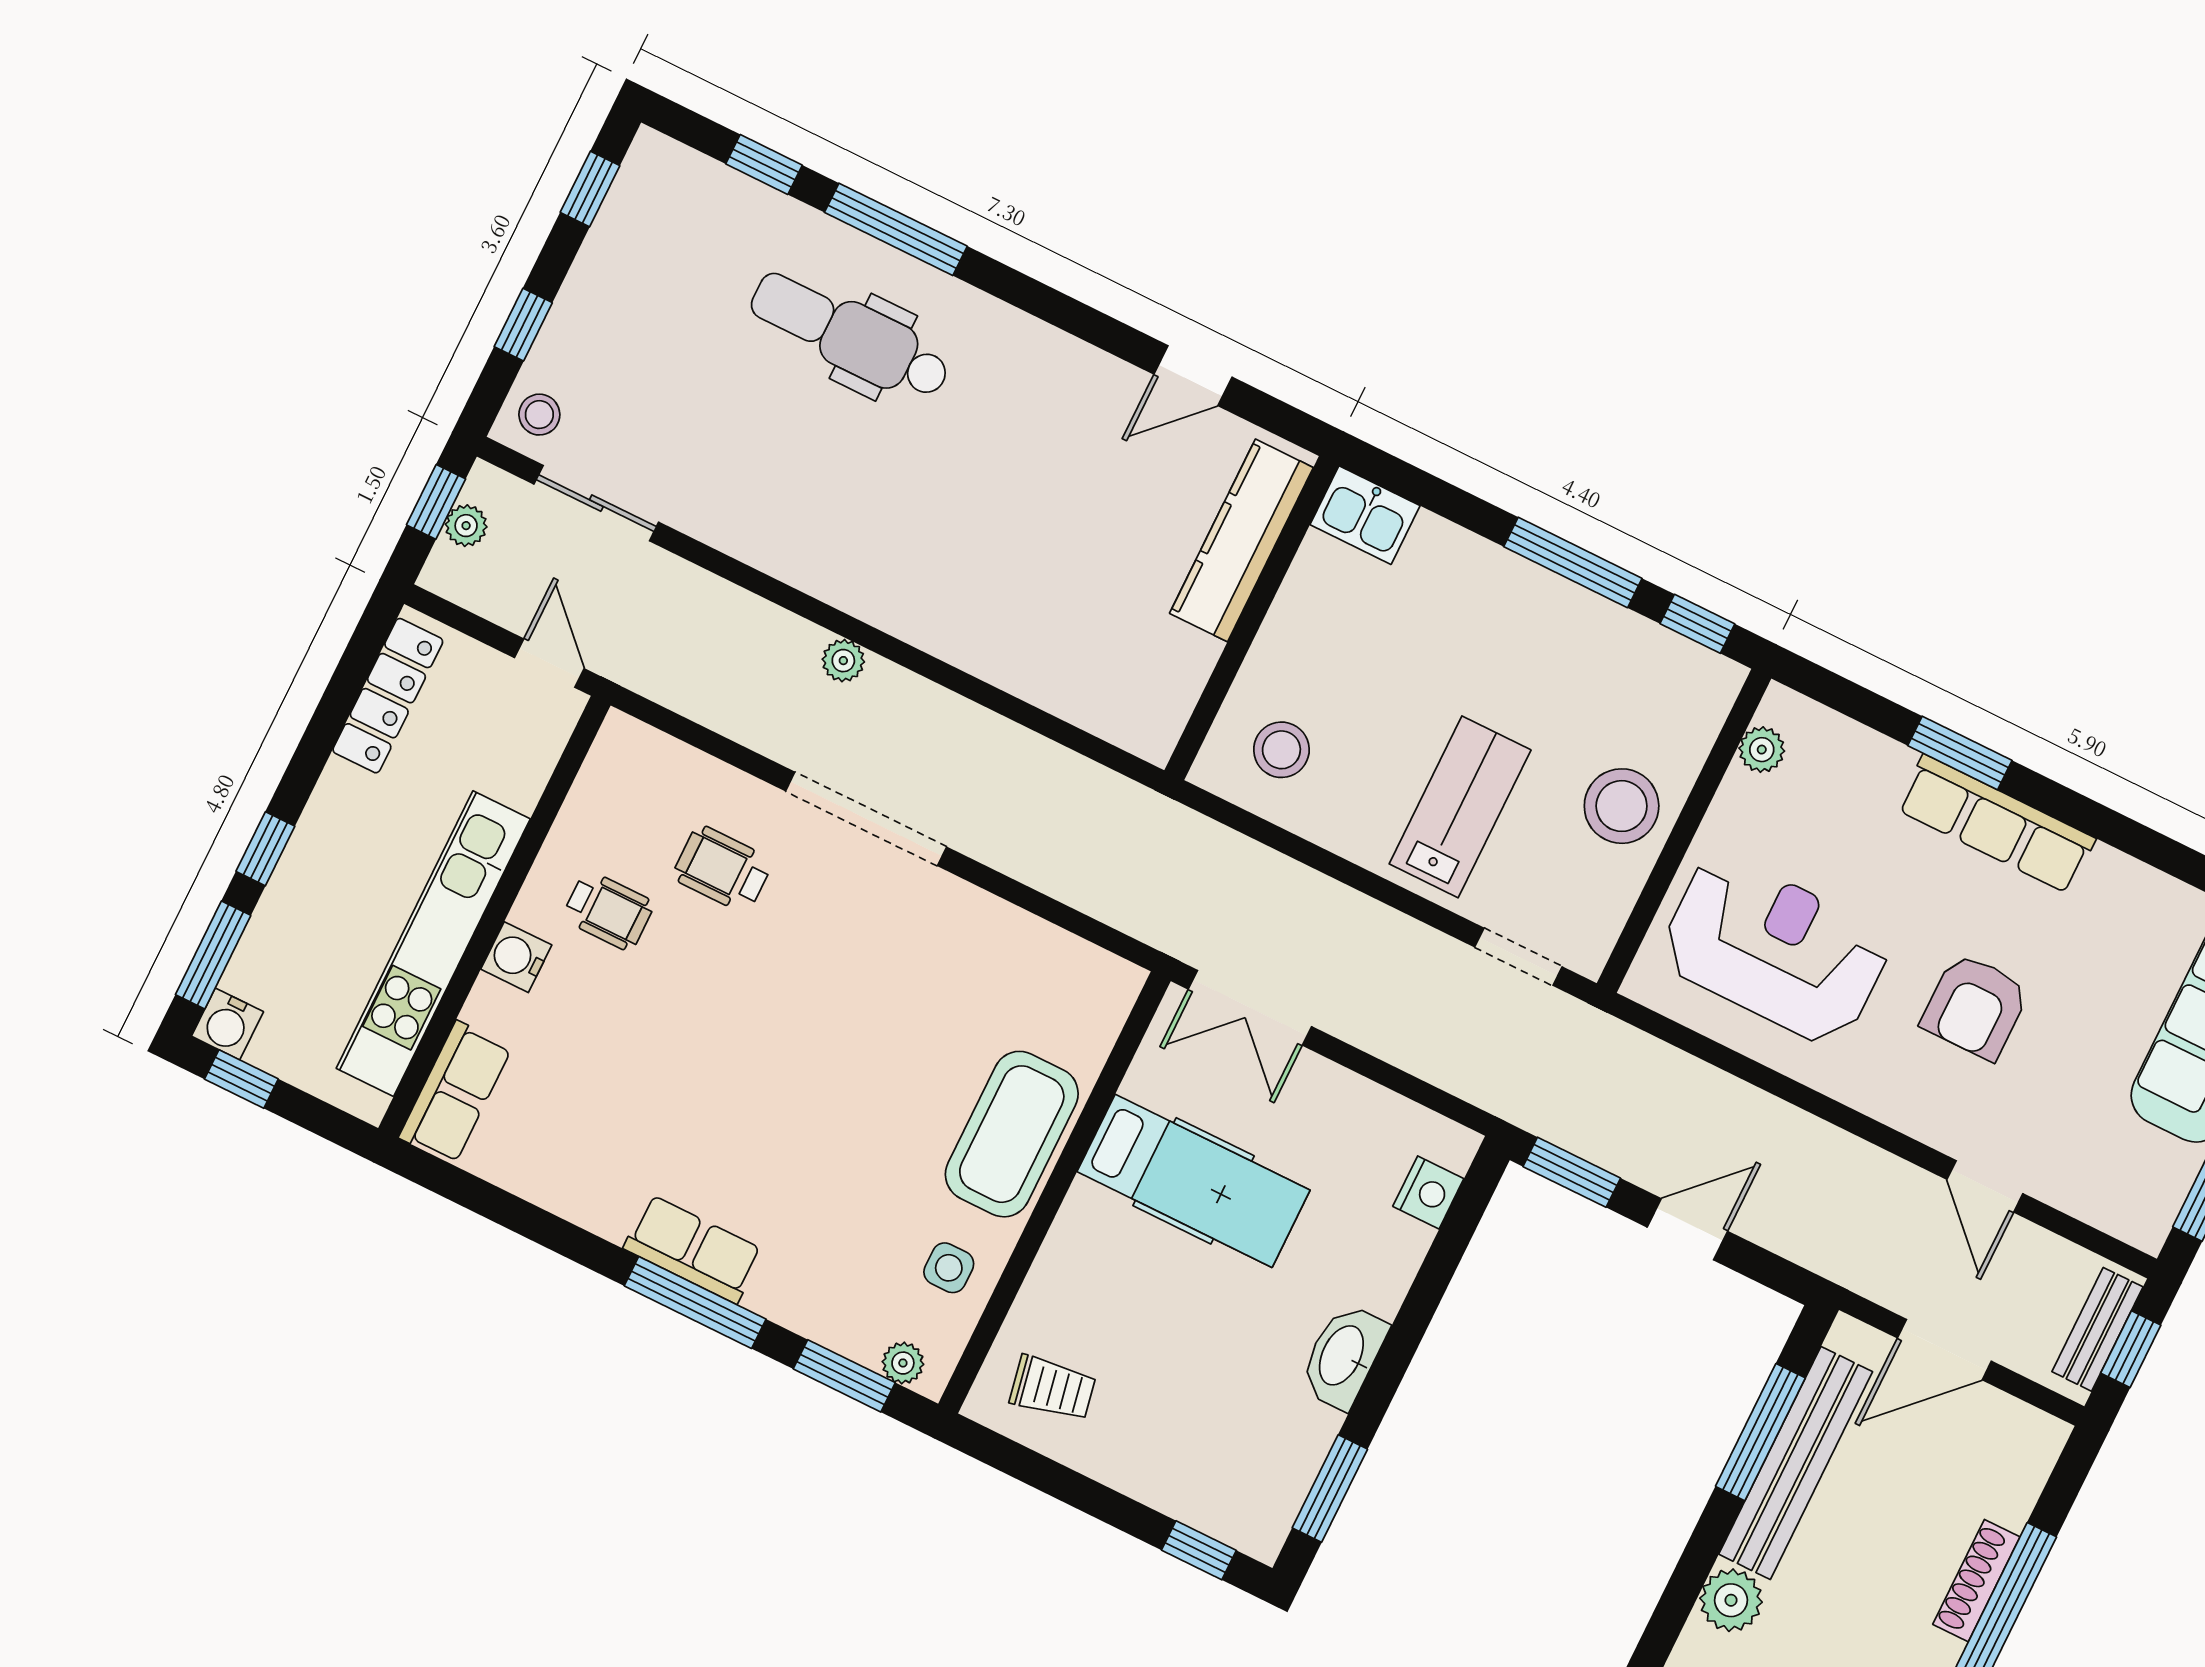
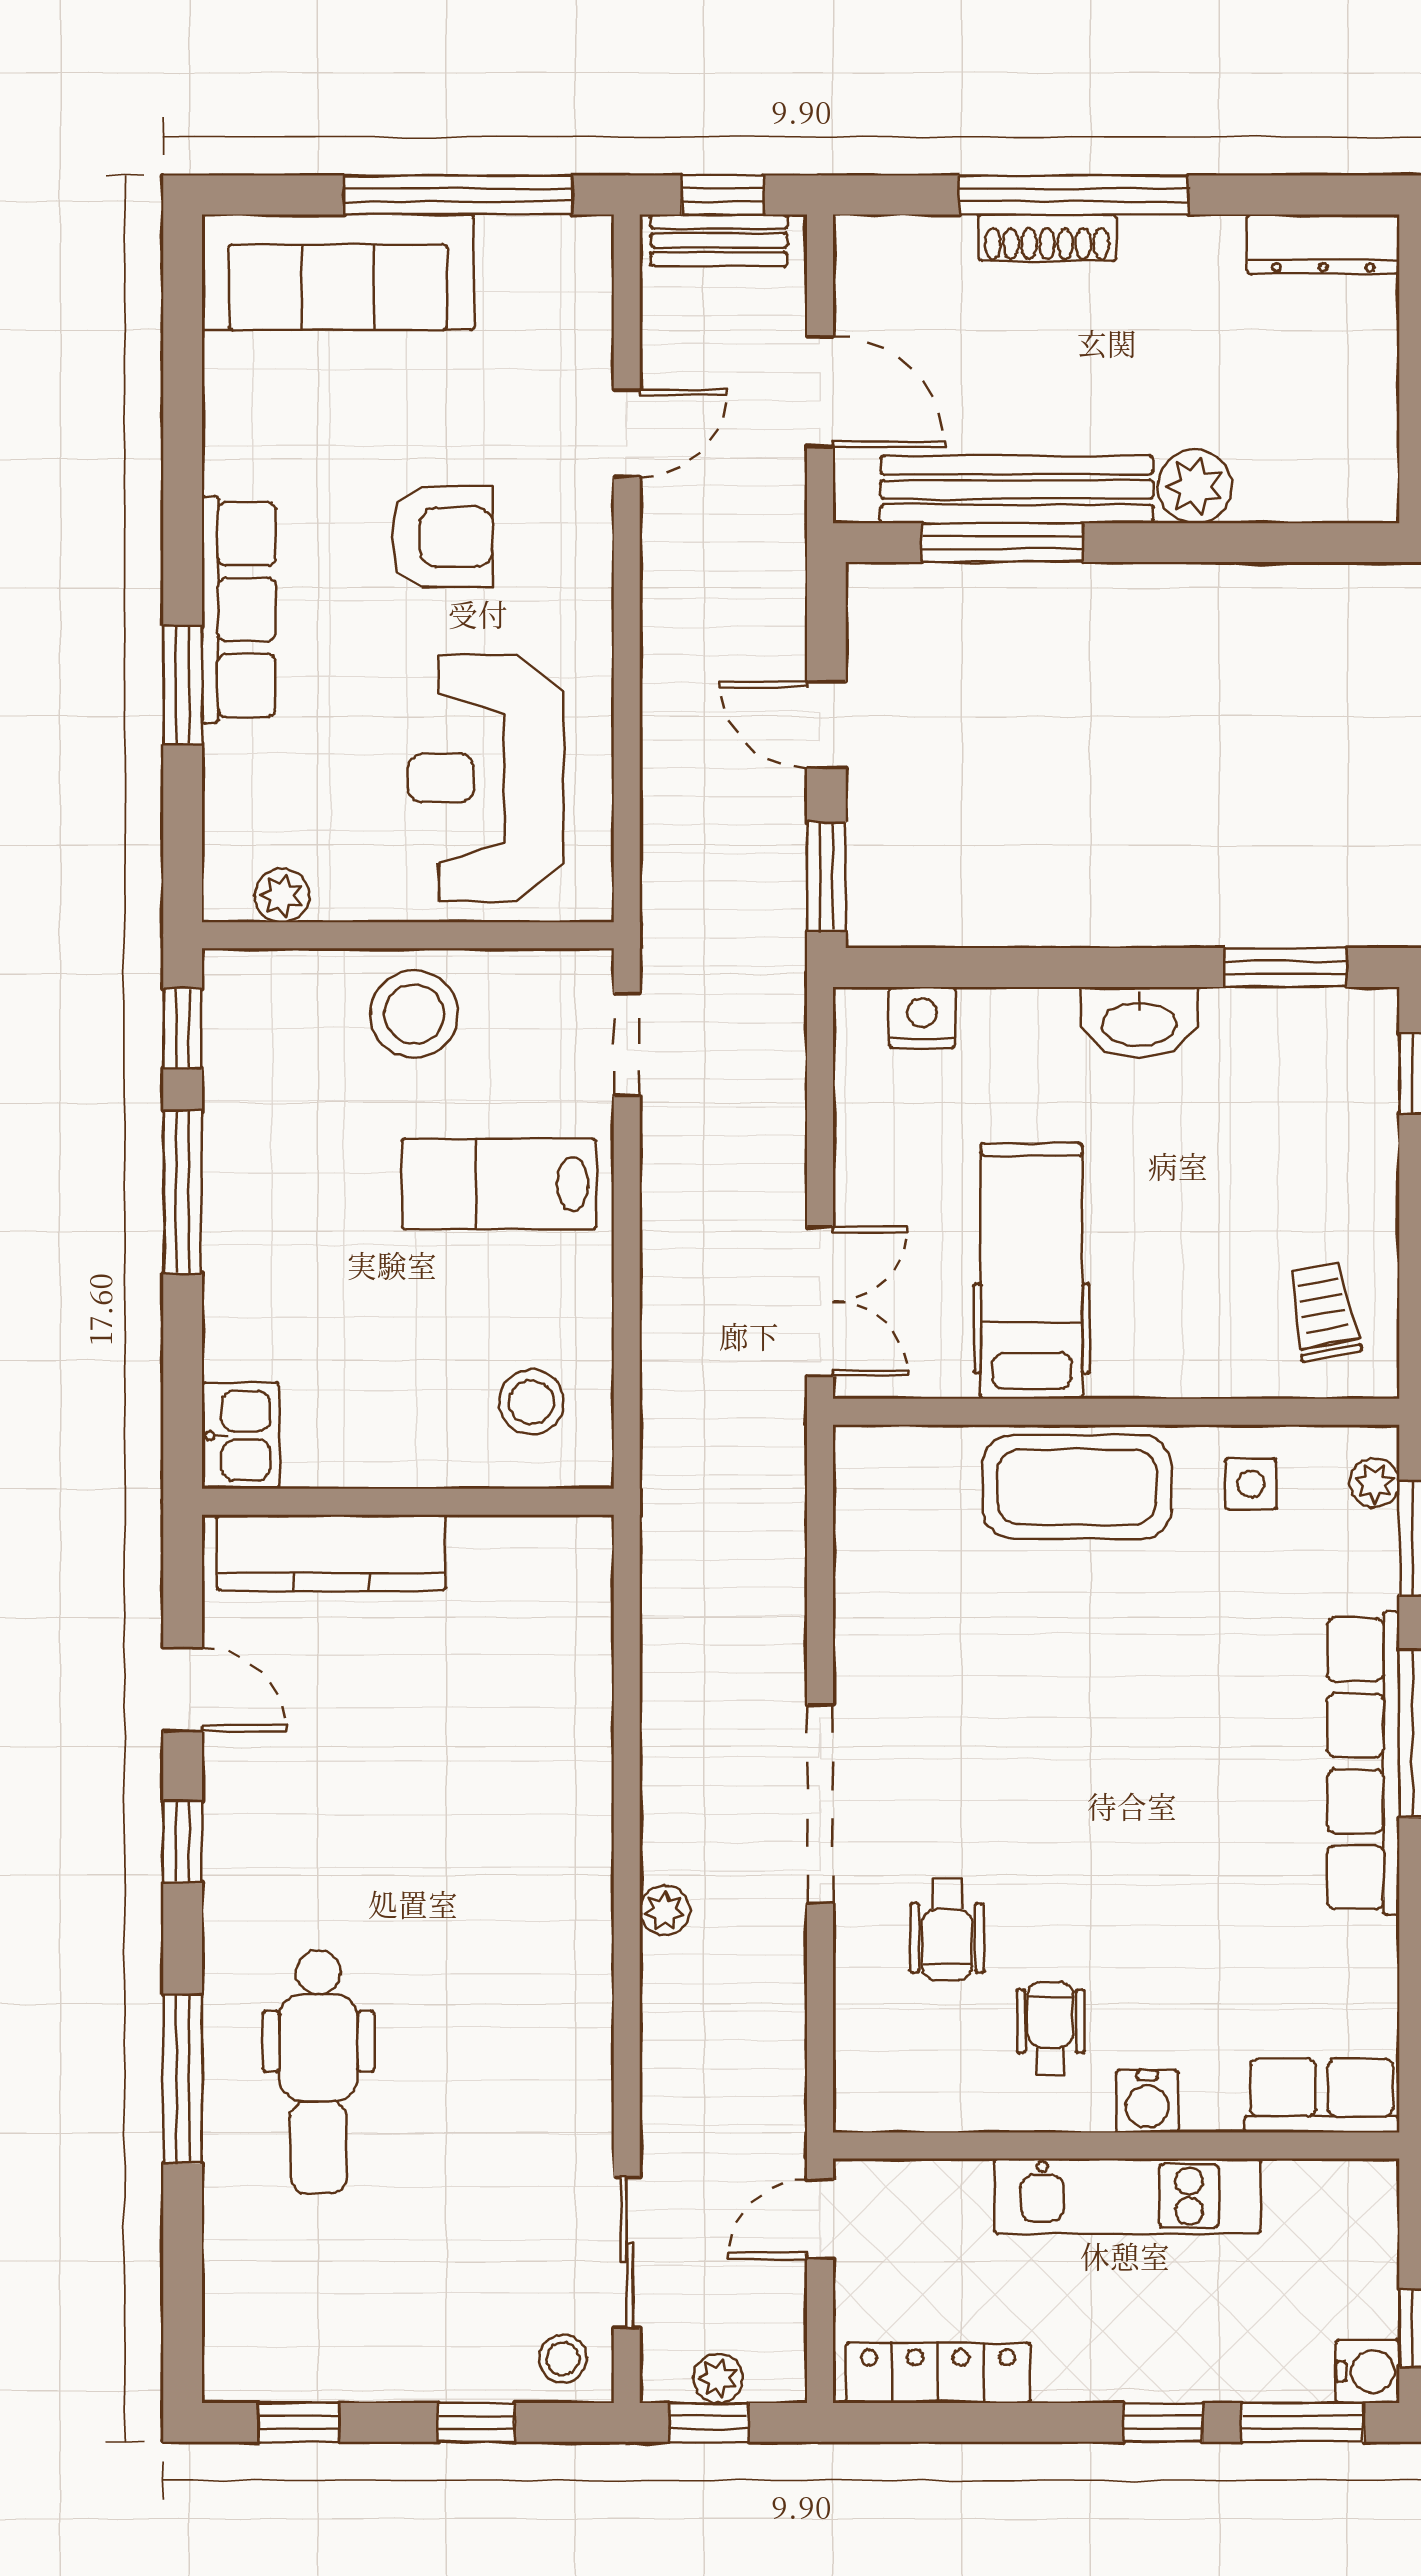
window: (764, 164) -> (183, 1841), moved
kitchen unit: (433, 944) -> (1128, 2196), width x0.73
row of seats: (693, 1249) -> (1363, 1763), width x2.02

